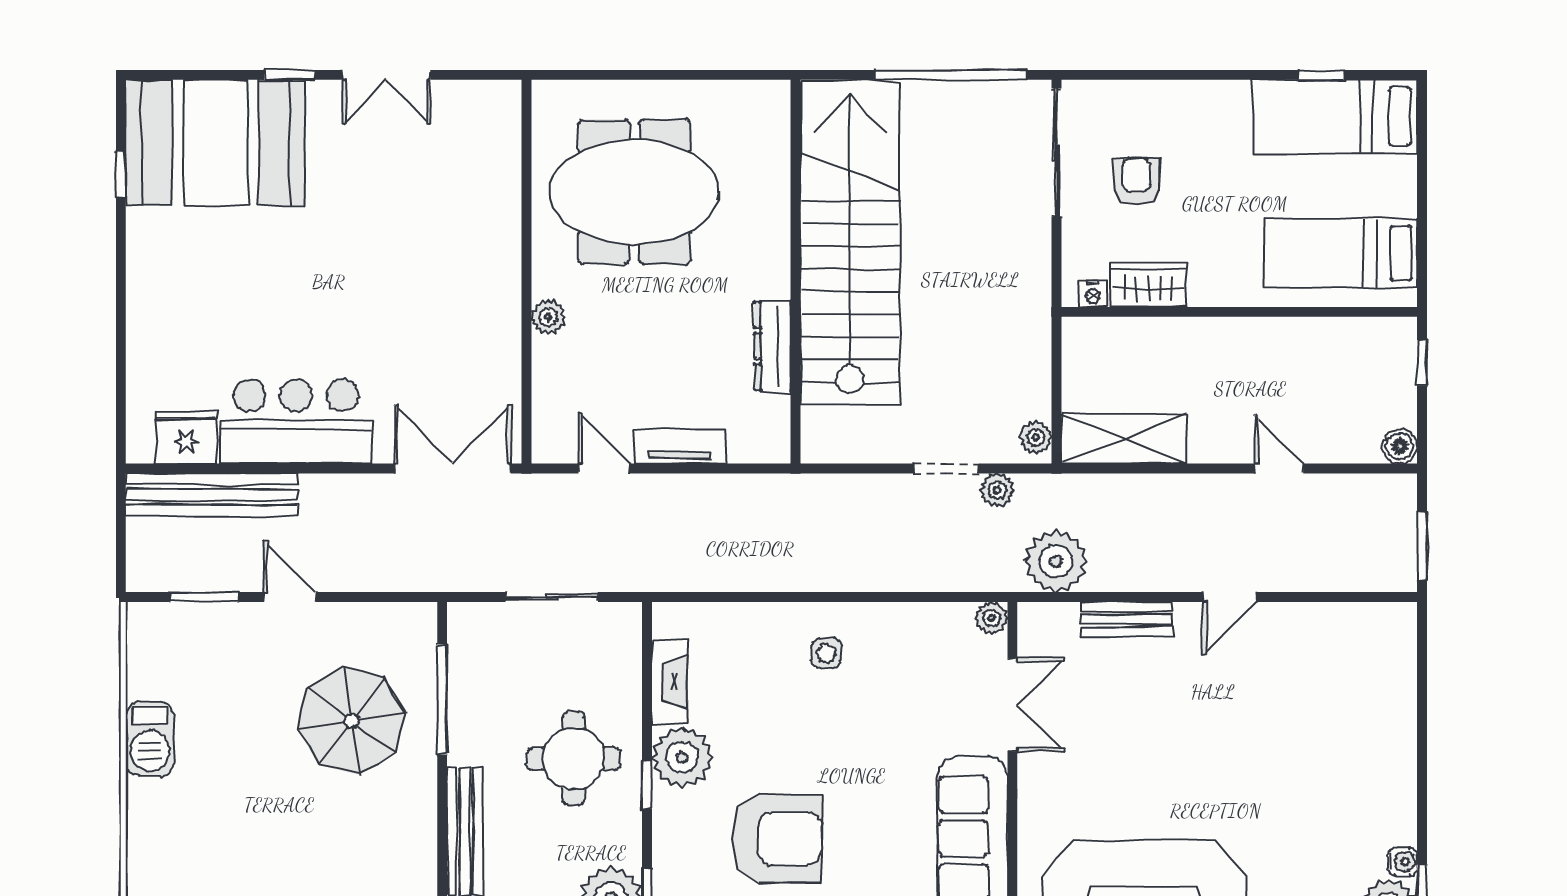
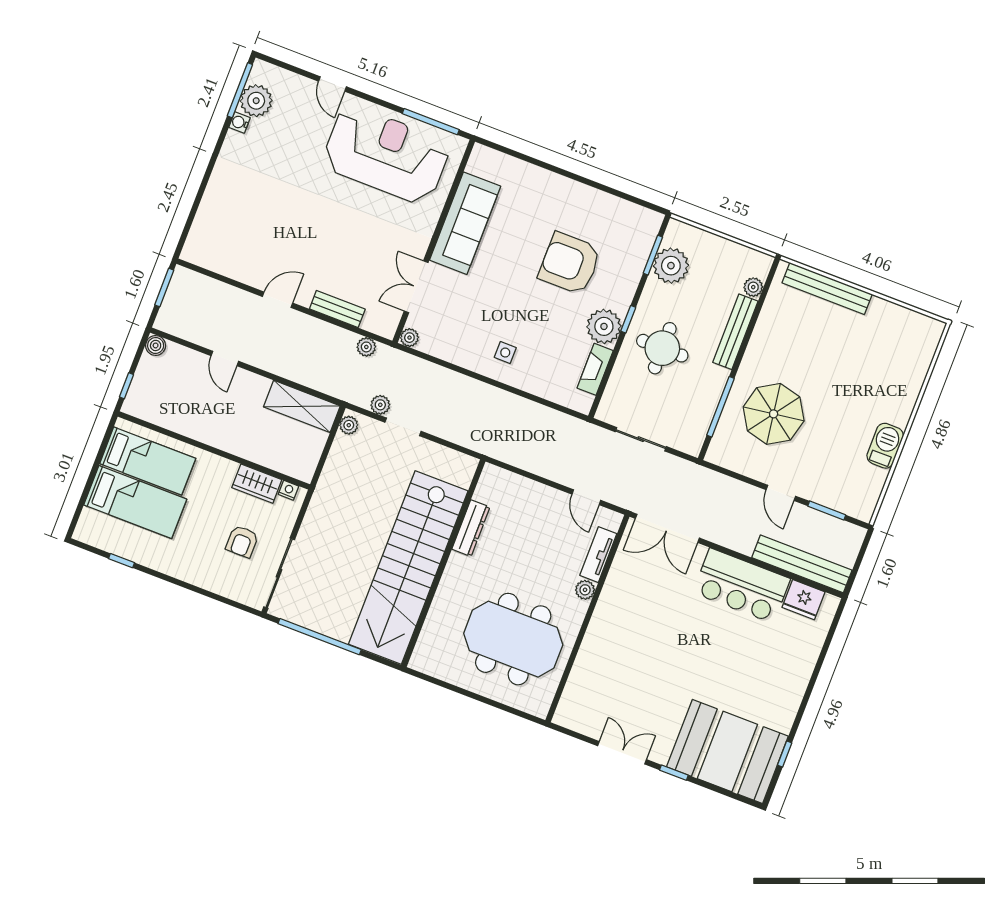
bed: (1335, 117) -> (135, 502), moved
tv unit: (680, 446) -> (598, 555), moved, turned 90
plant: (1056, 561) -> (366, 347), width x0.53, depth x0.53

